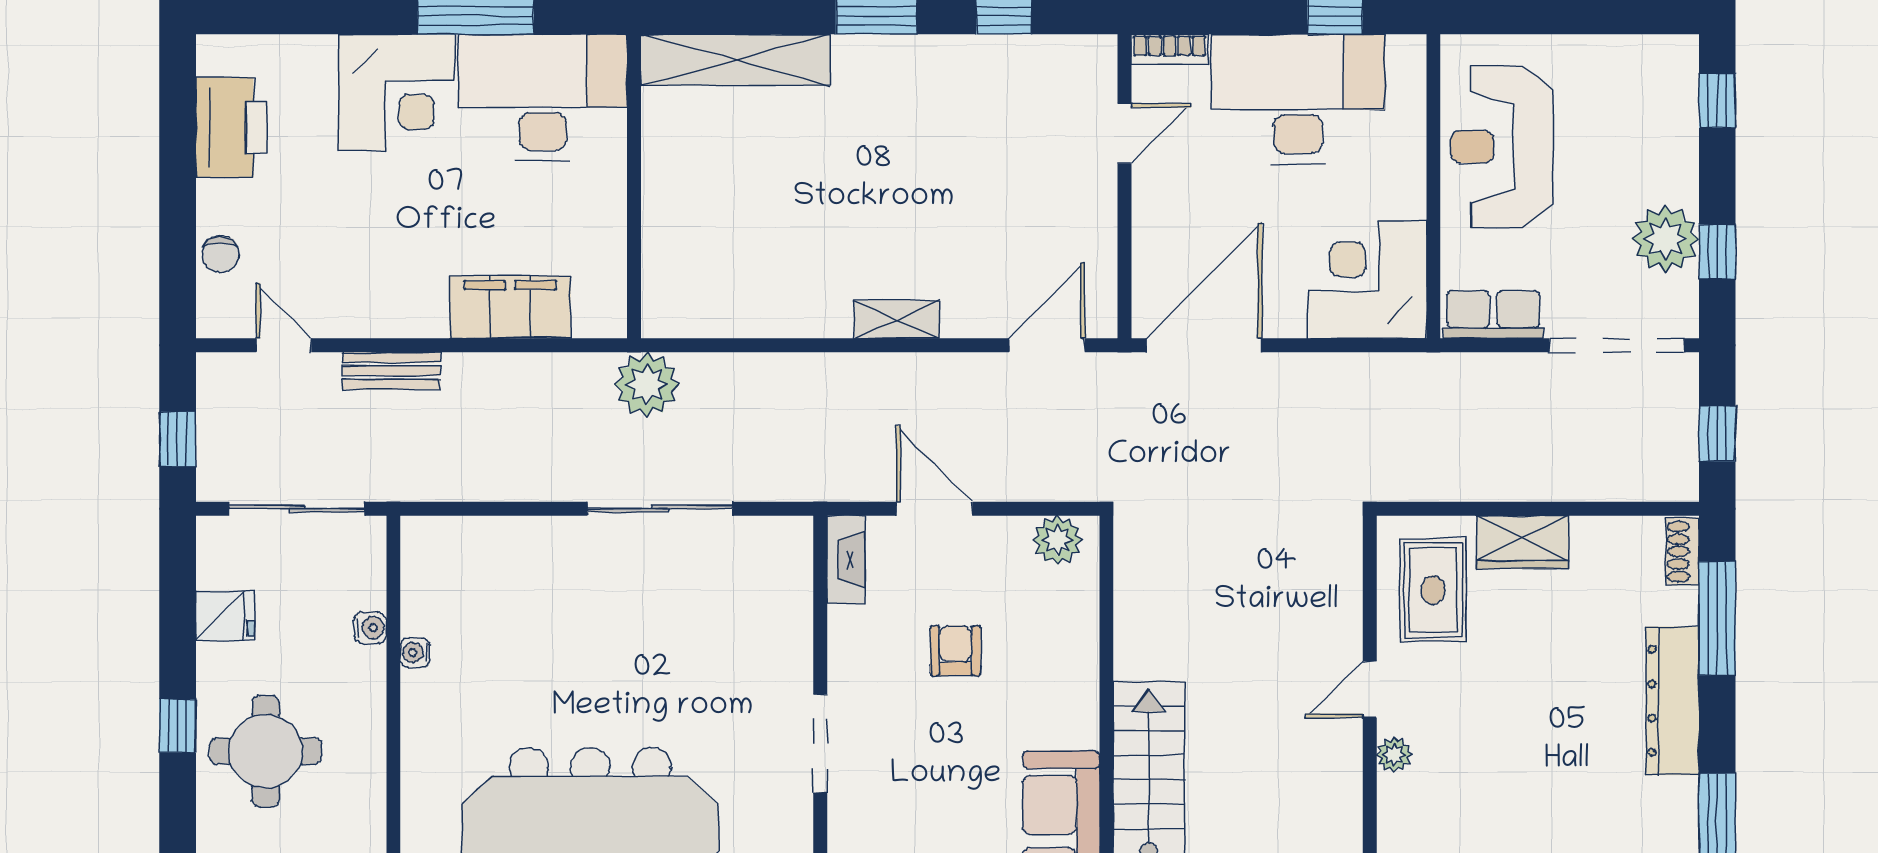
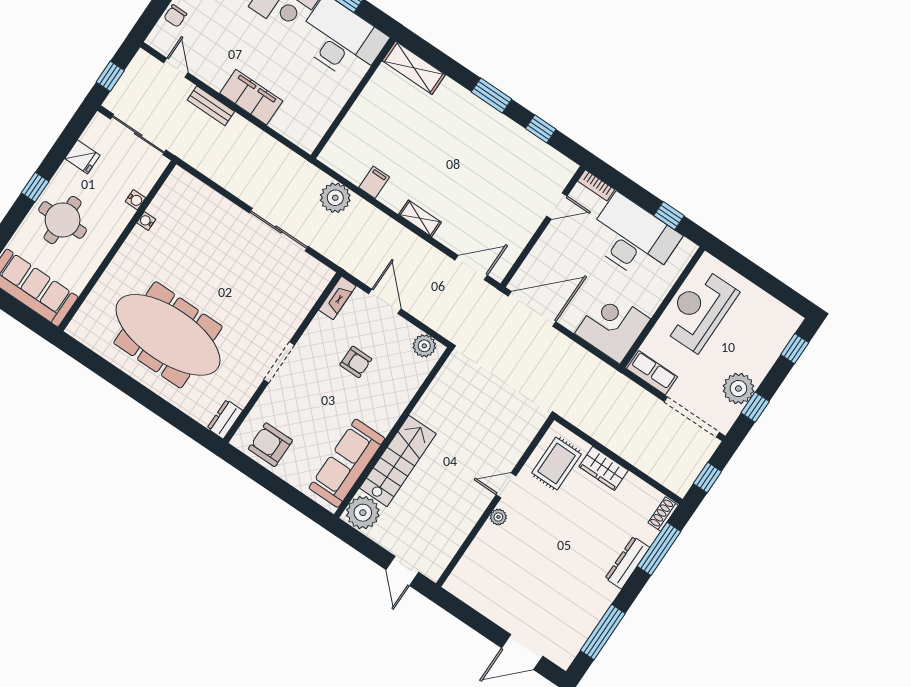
shelving: (735, 60) -> (414, 68), width x0.68
filing cabinet: (510, 307) -> (251, 97), moved
filing cabinet: (773, 310) -> (374, 182), added
plant: (647, 385) -> (335, 198), moved
armchair: (956, 651) -> (356, 362), turned 90
dresser: (1673, 701) -> (627, 563), width x0.73, depth x0.80

